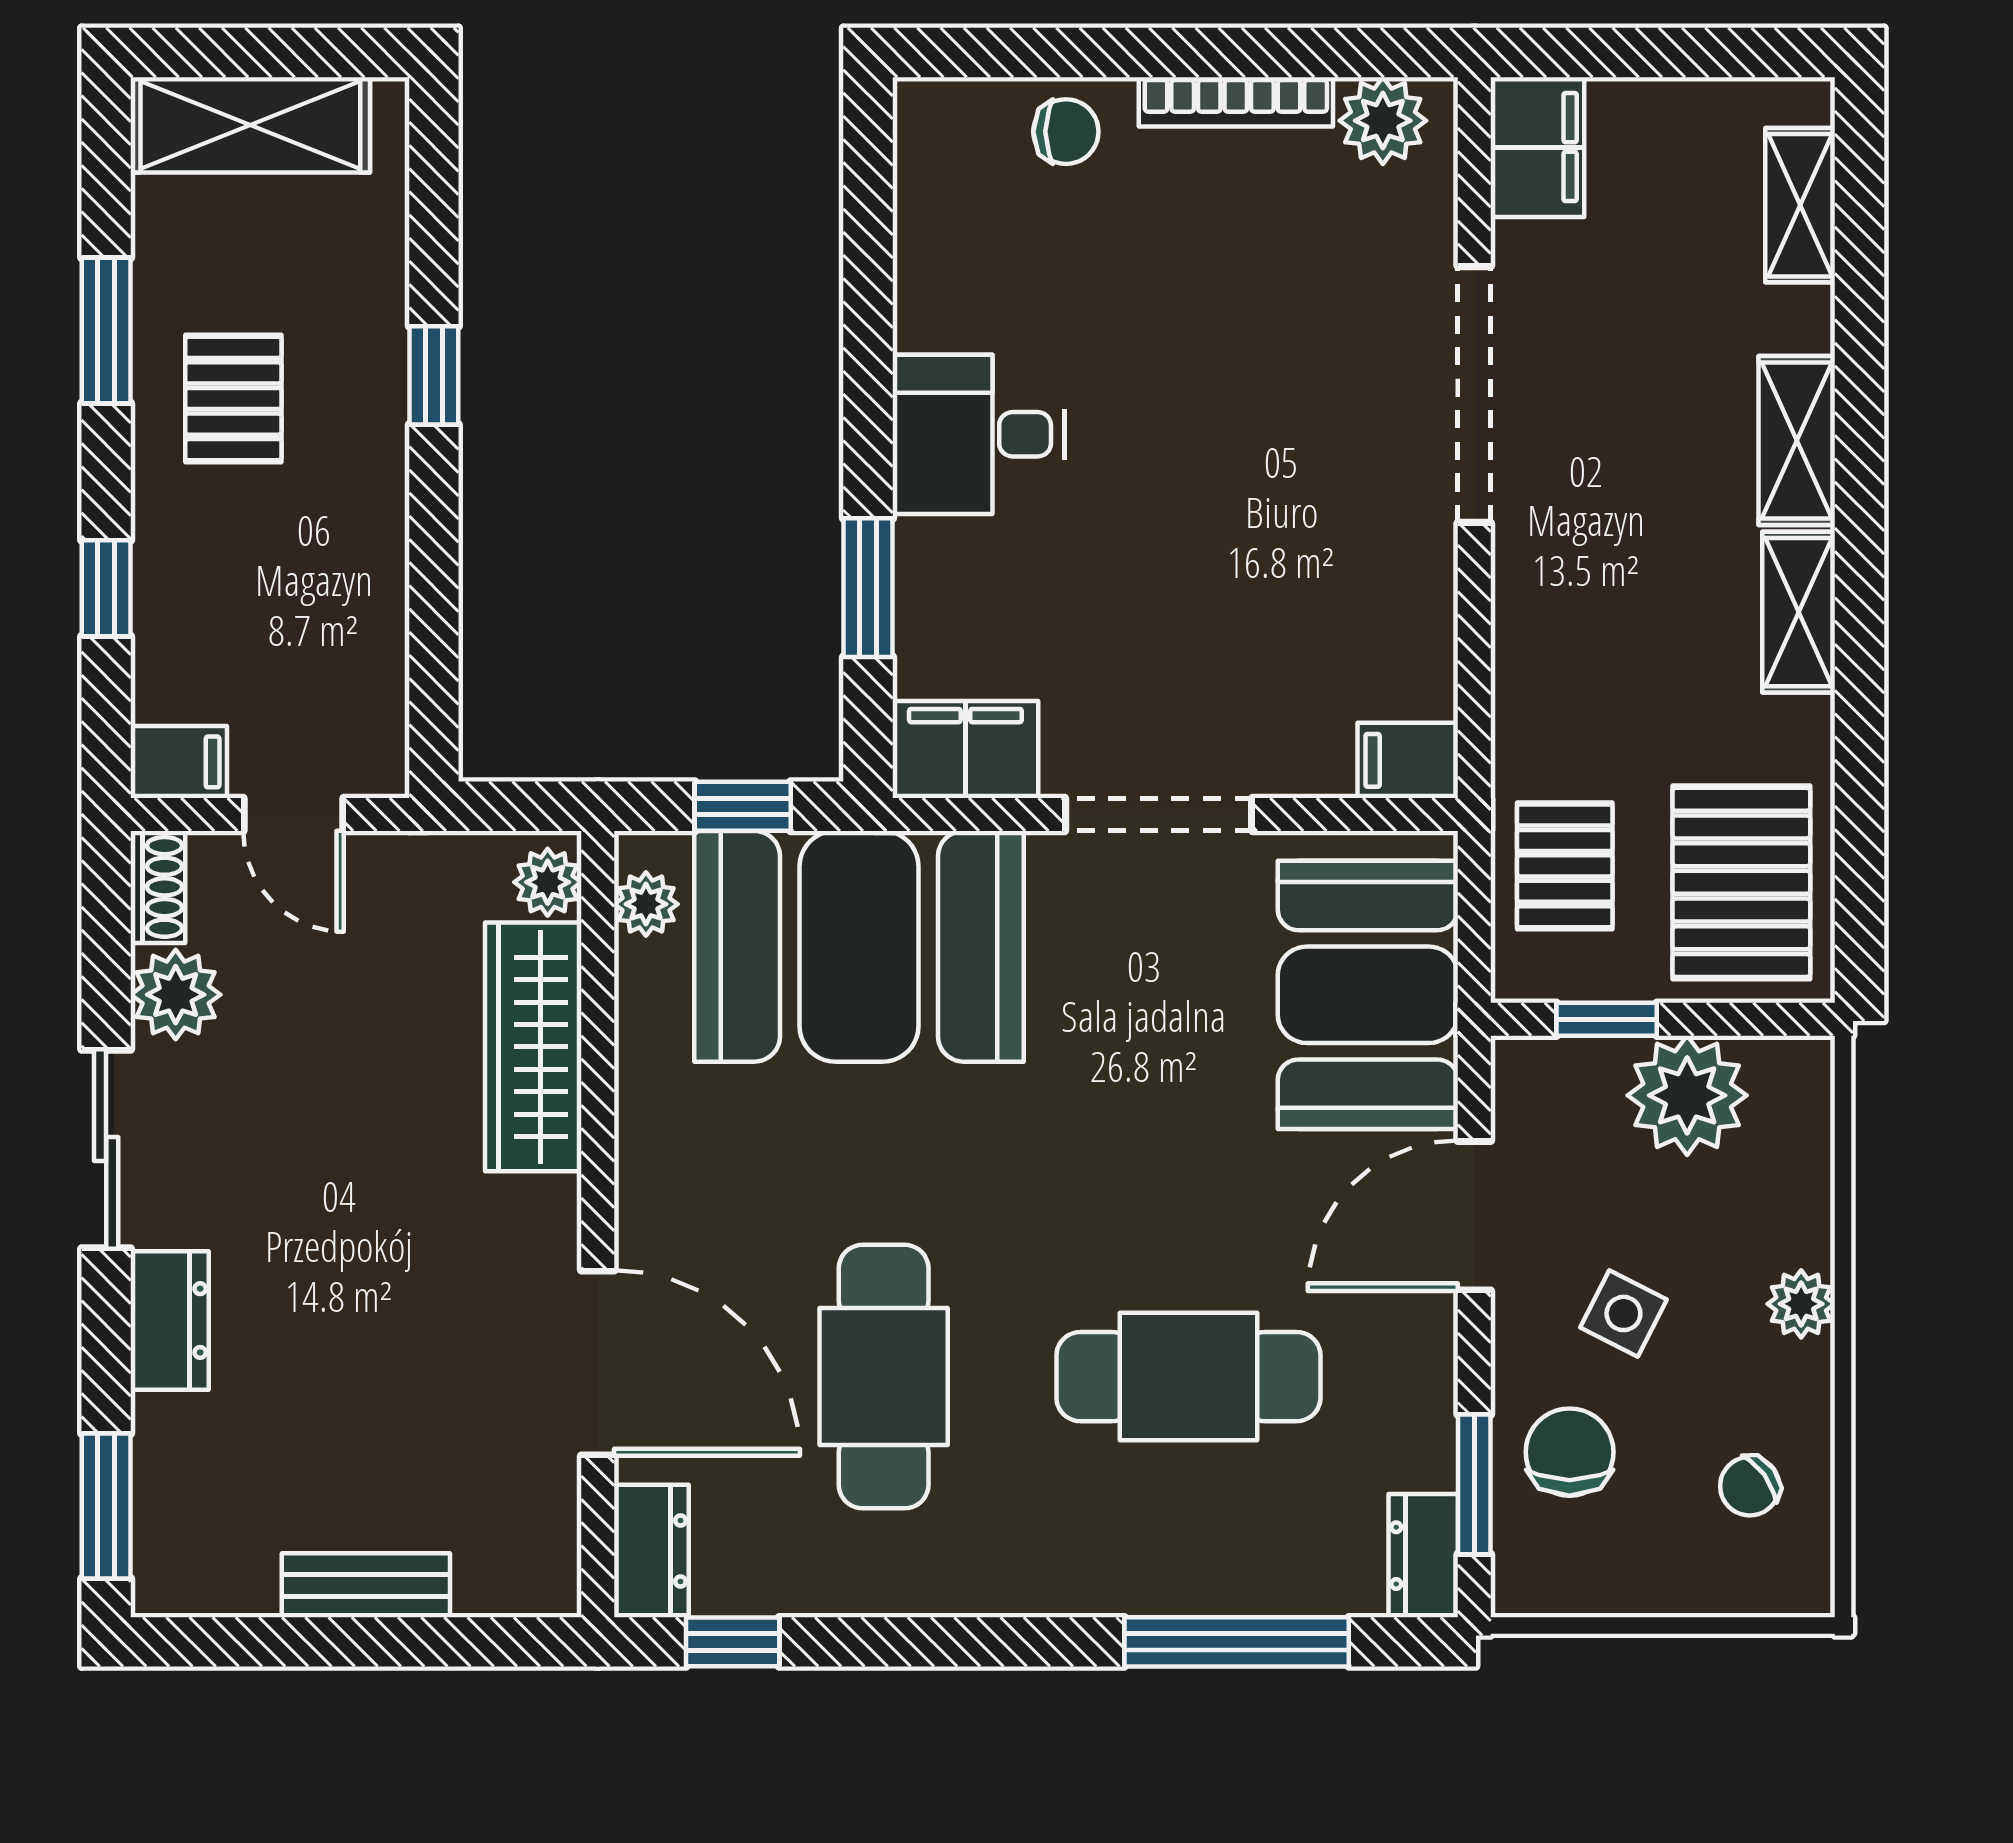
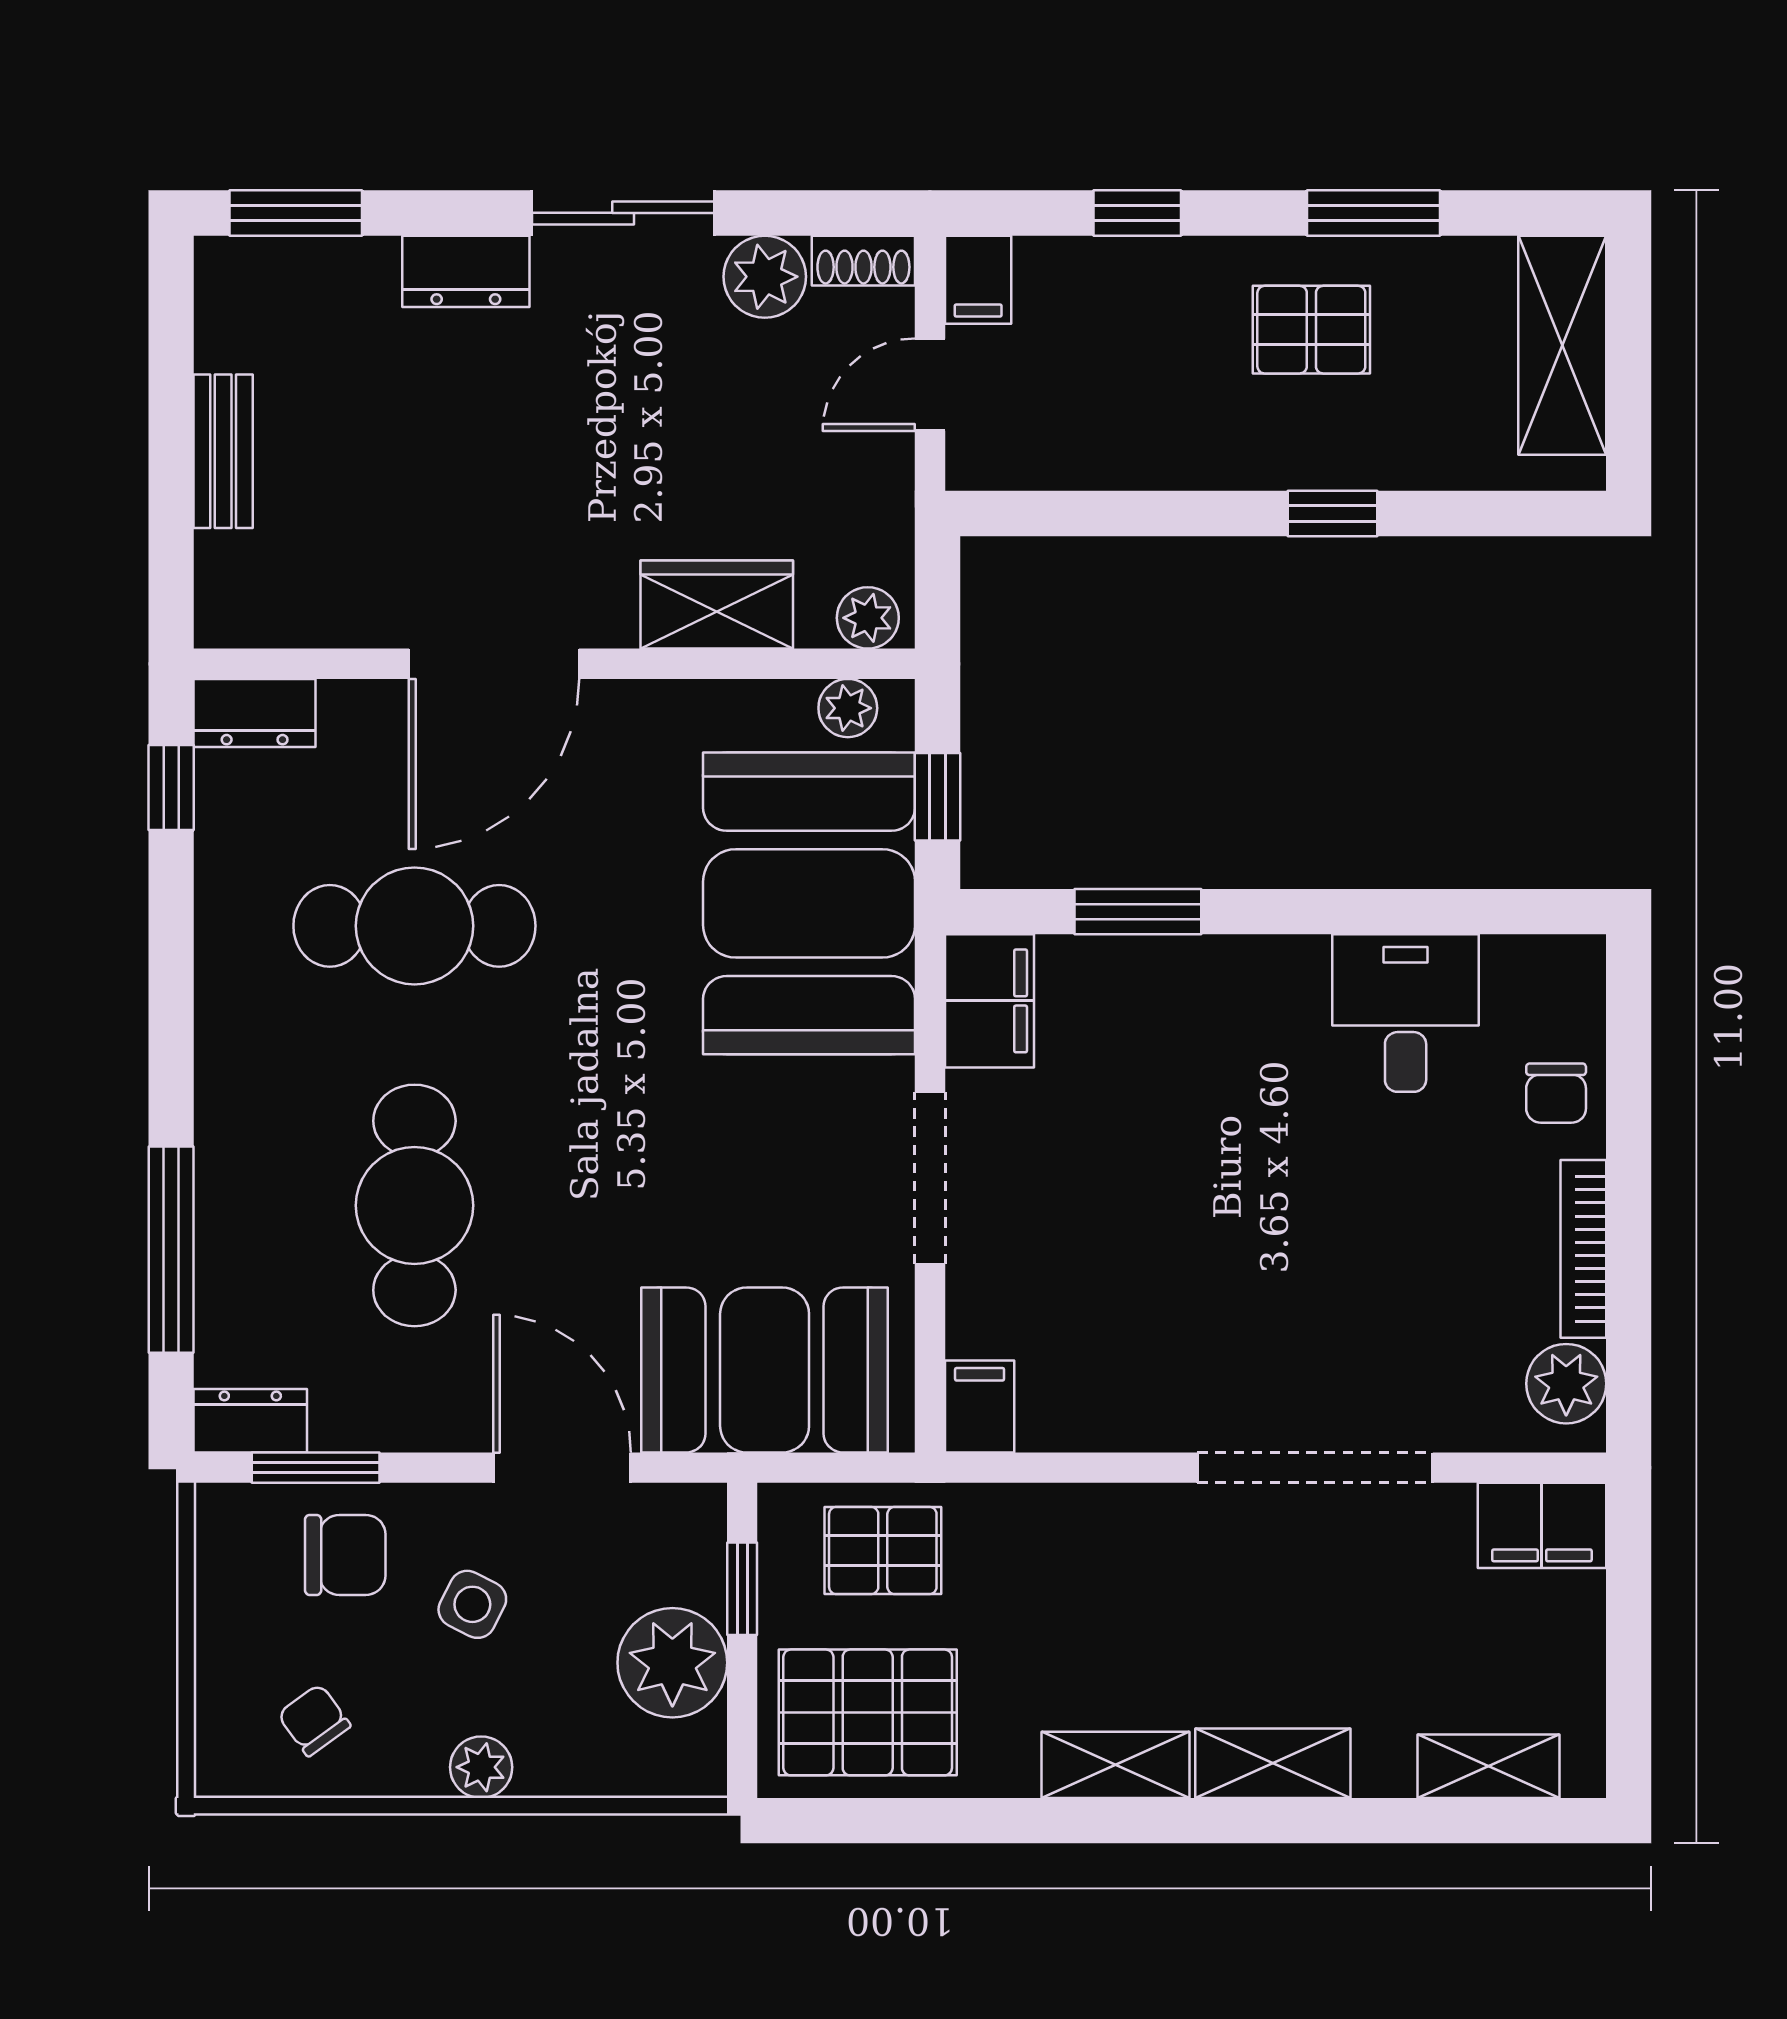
desk: (979, 434) -> (1406, 1013), moved
wardrobe: (533, 1047) -> (717, 605), width x0.67
door: (598, 1363) -> (494, 664), moved

